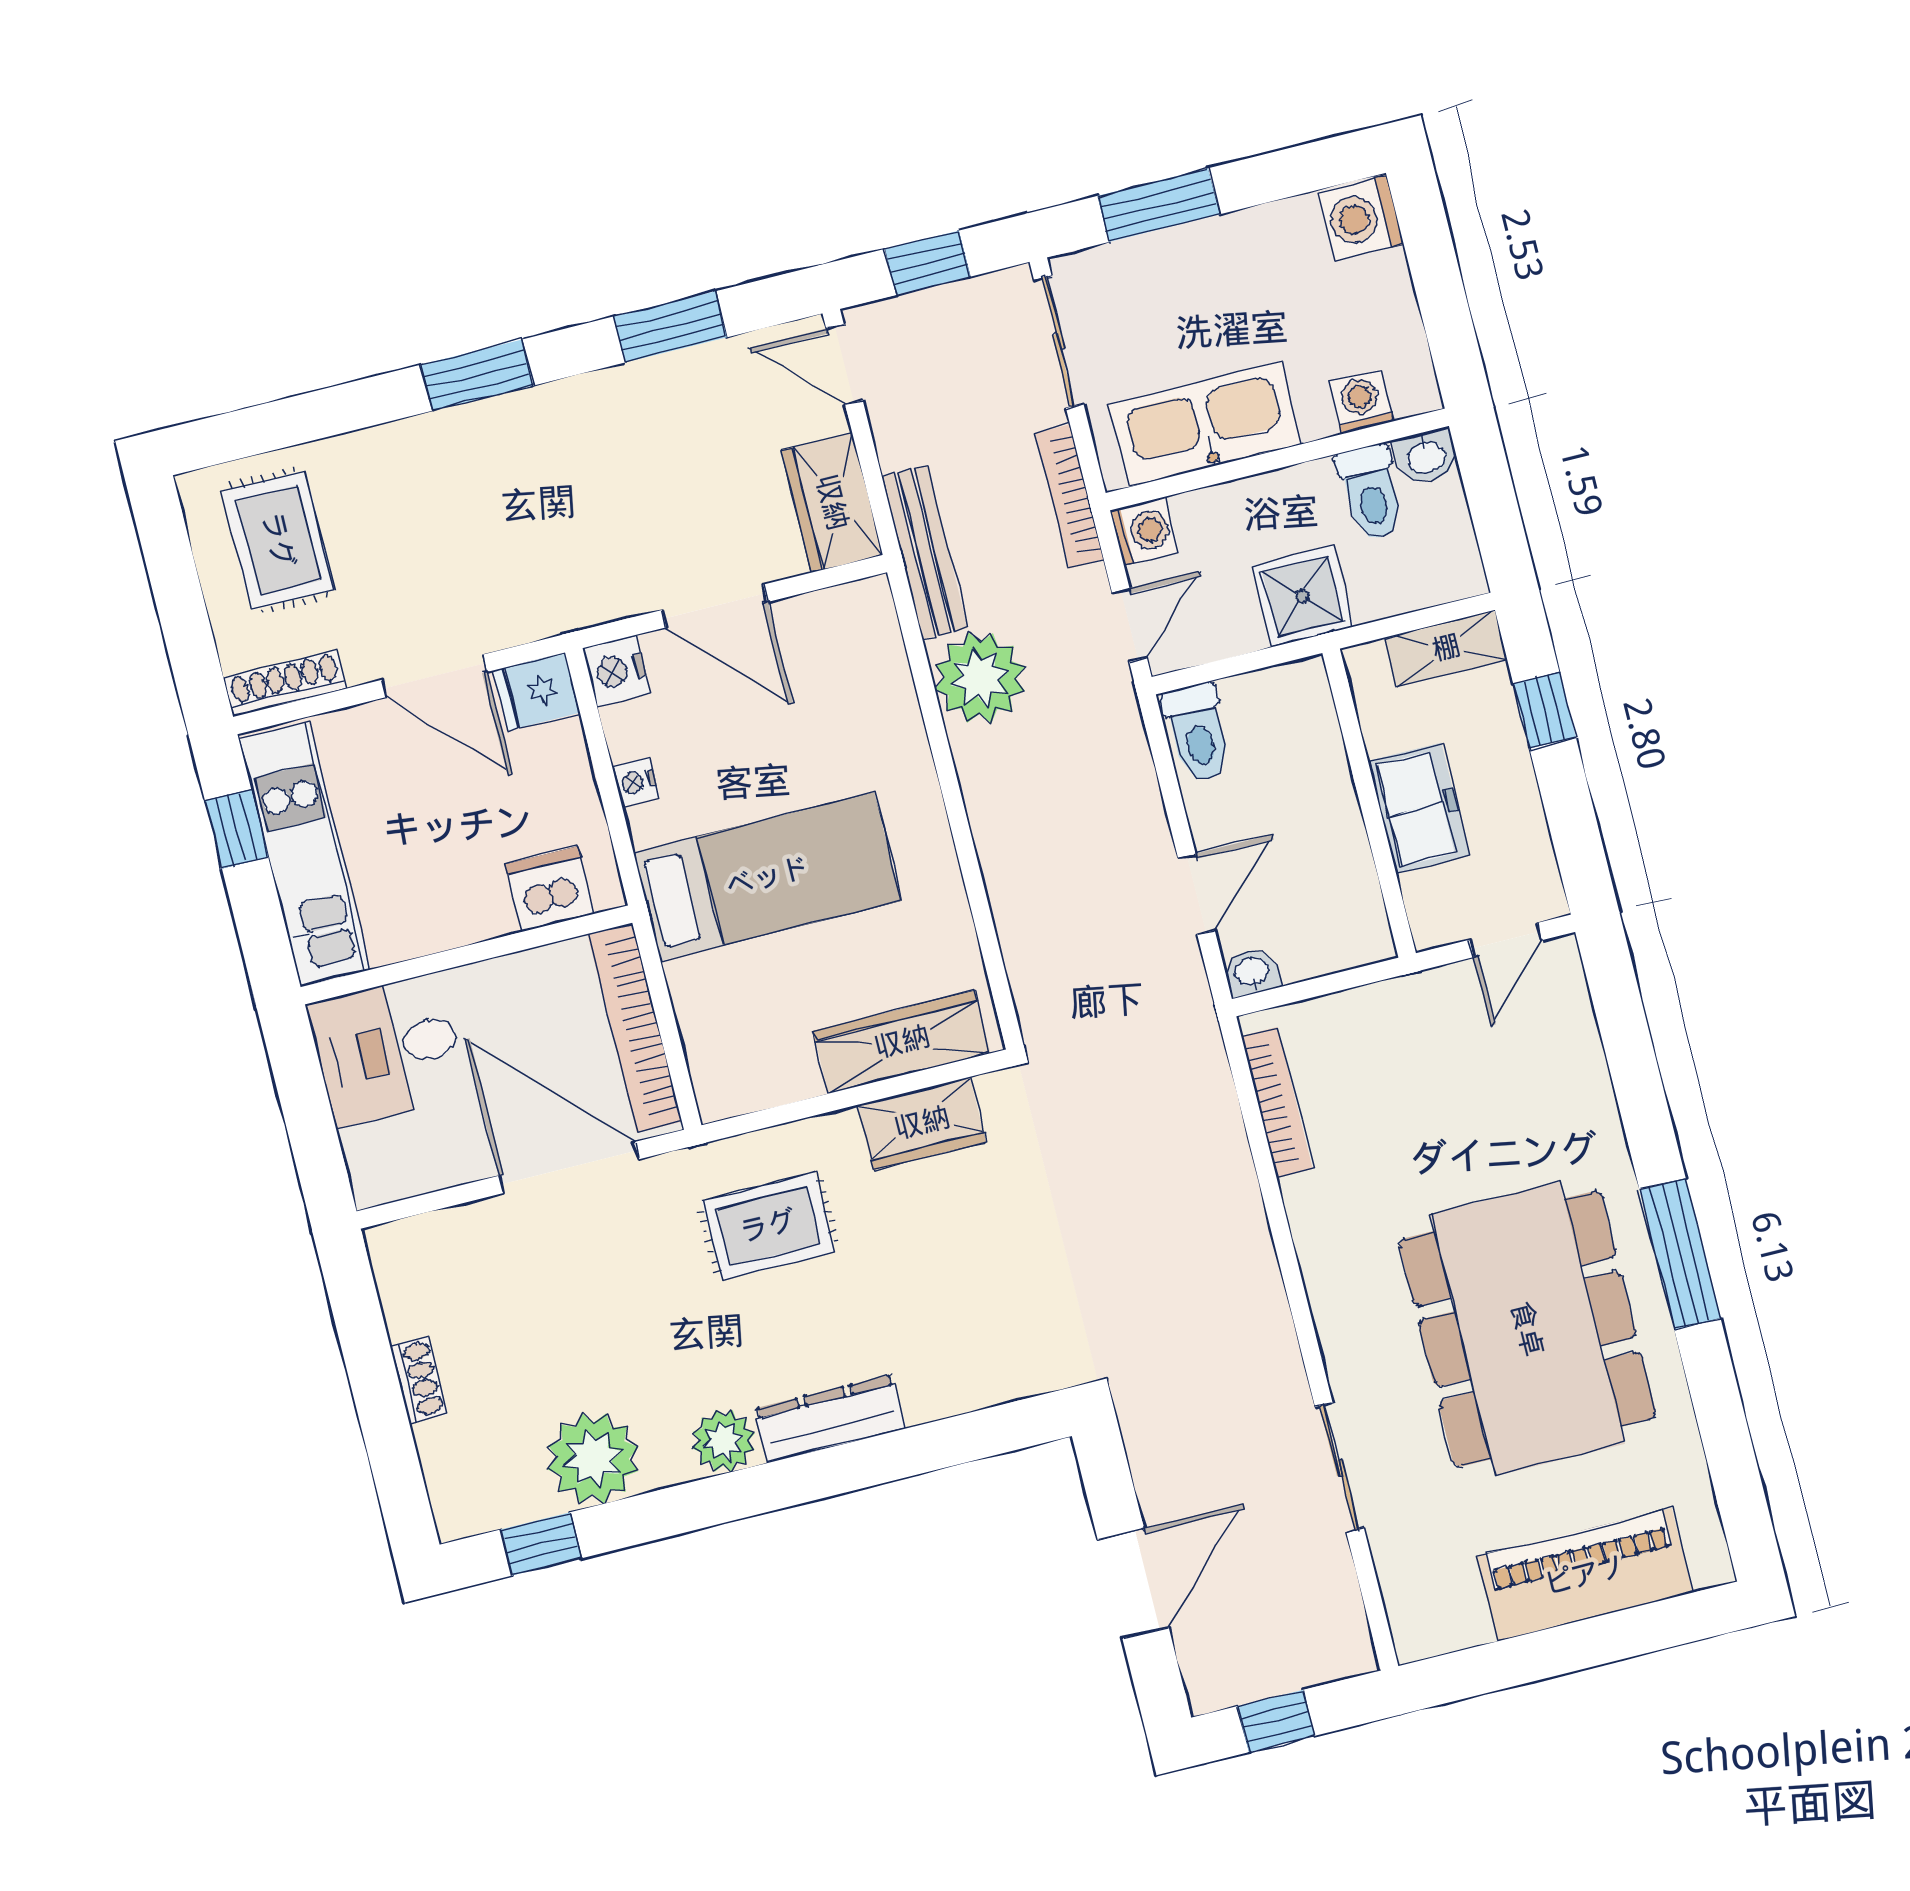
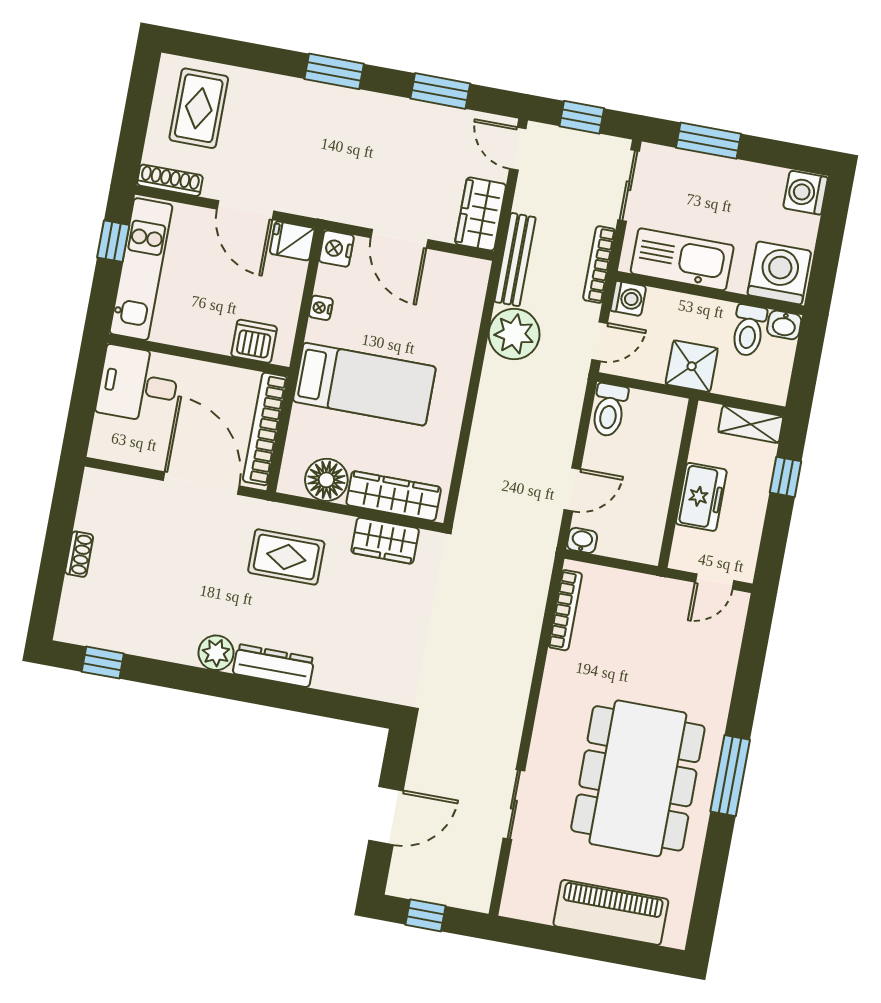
washing machine: (1361, 402) -> (779, 273), width x1.89, depth x1.89
floor lamp: (777, 1066) -> (326, 480), added
plant: (593, 1458) -> (148, 632), removed

